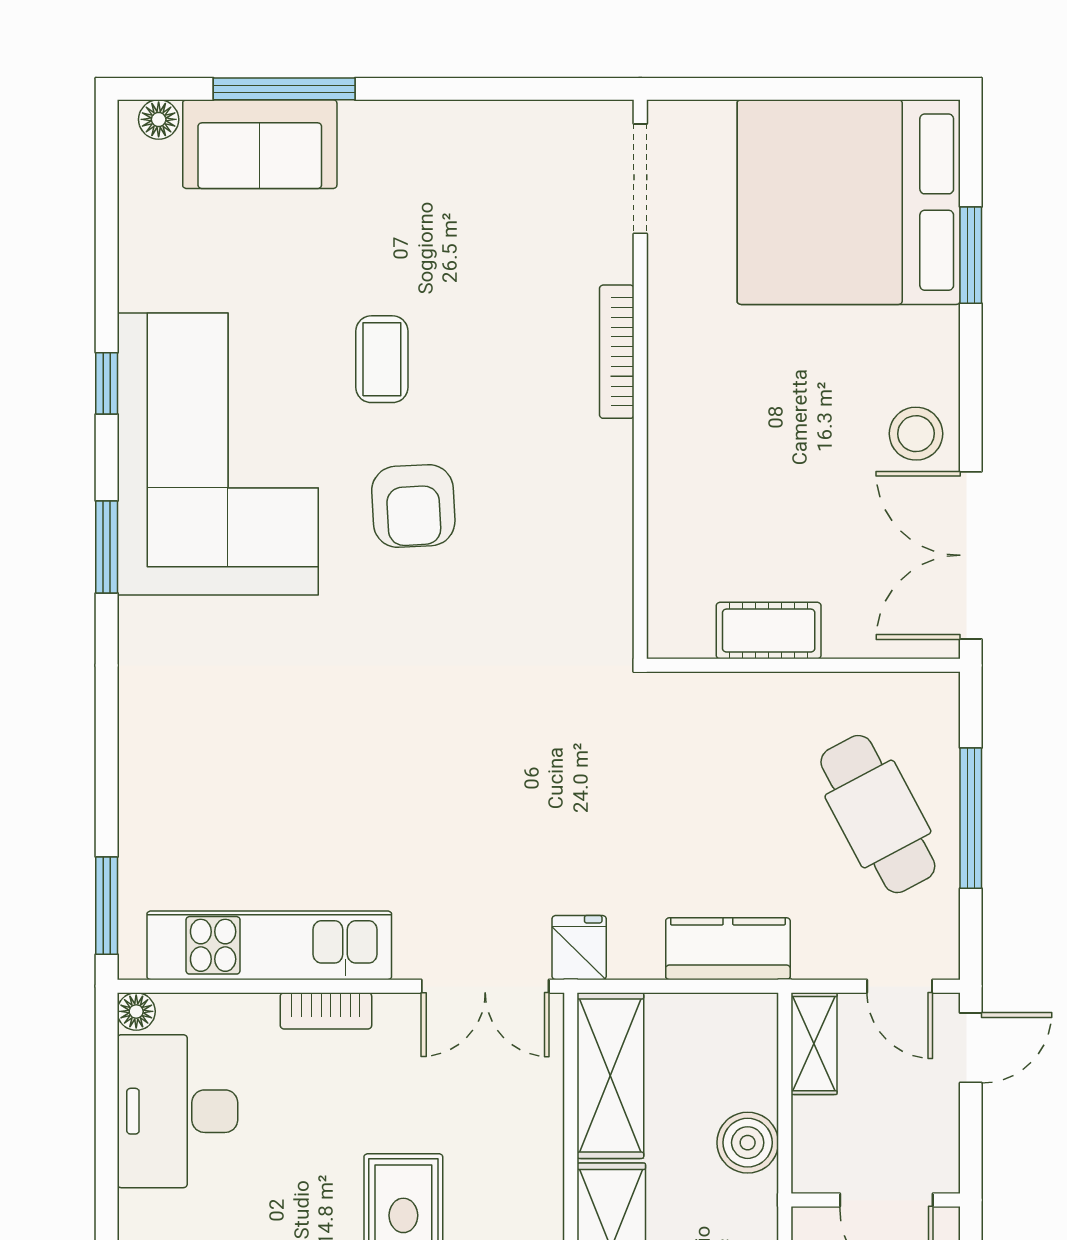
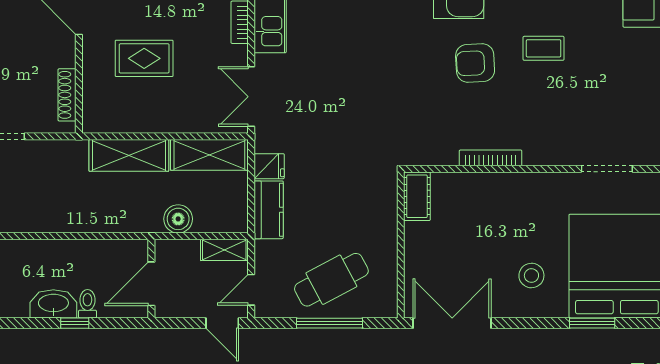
doorway: (640, 179) -> (607, 169), moved
bookcase: (617, 352) -> (491, 158), moved
stool: (916, 434) -> (531, 276), moved
cot: (769, 631) -> (417, 196), moved
fridge: (579, 948) -> (269, 166), moved

